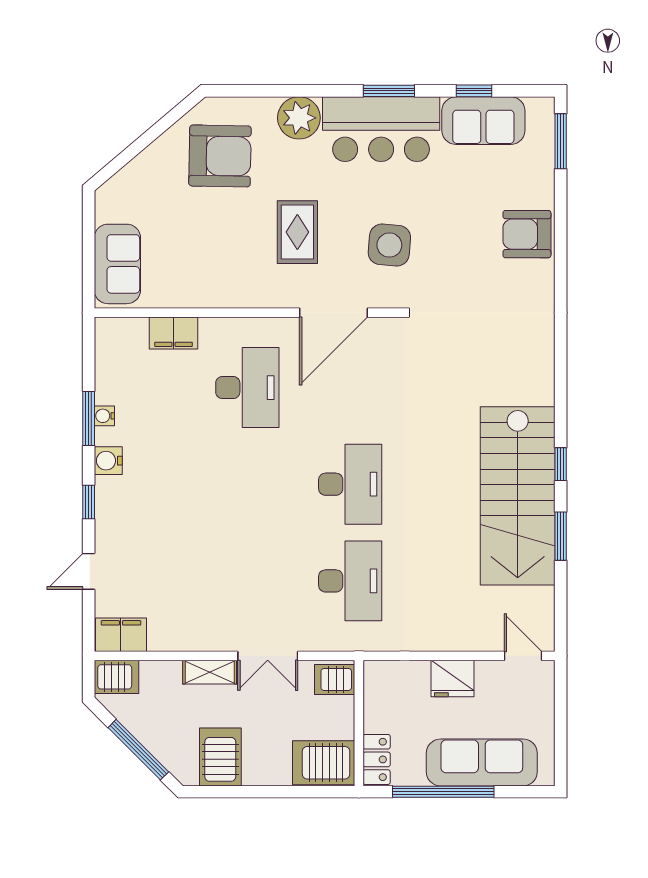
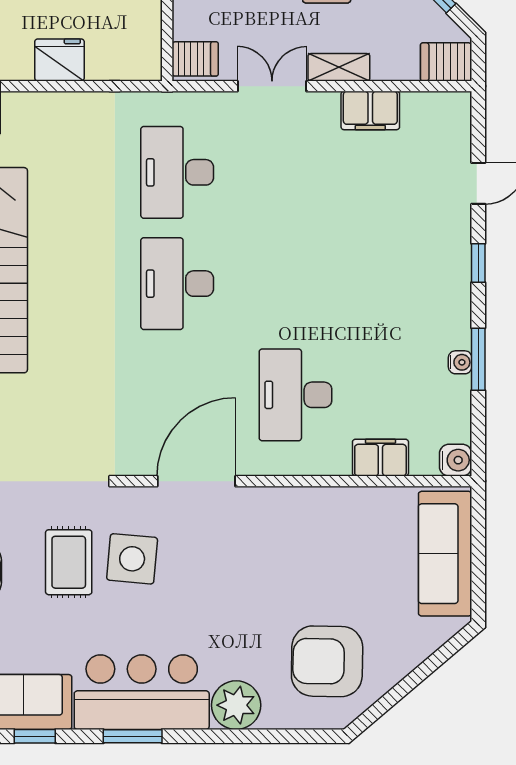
rug: (297, 232) -> (69, 562), moved
sofa: (117, 264) -> (445, 554), width x1.36
water cooler: (108, 461) -> (456, 460), moved
filing cabinet: (121, 635) -> (370, 110), moved

